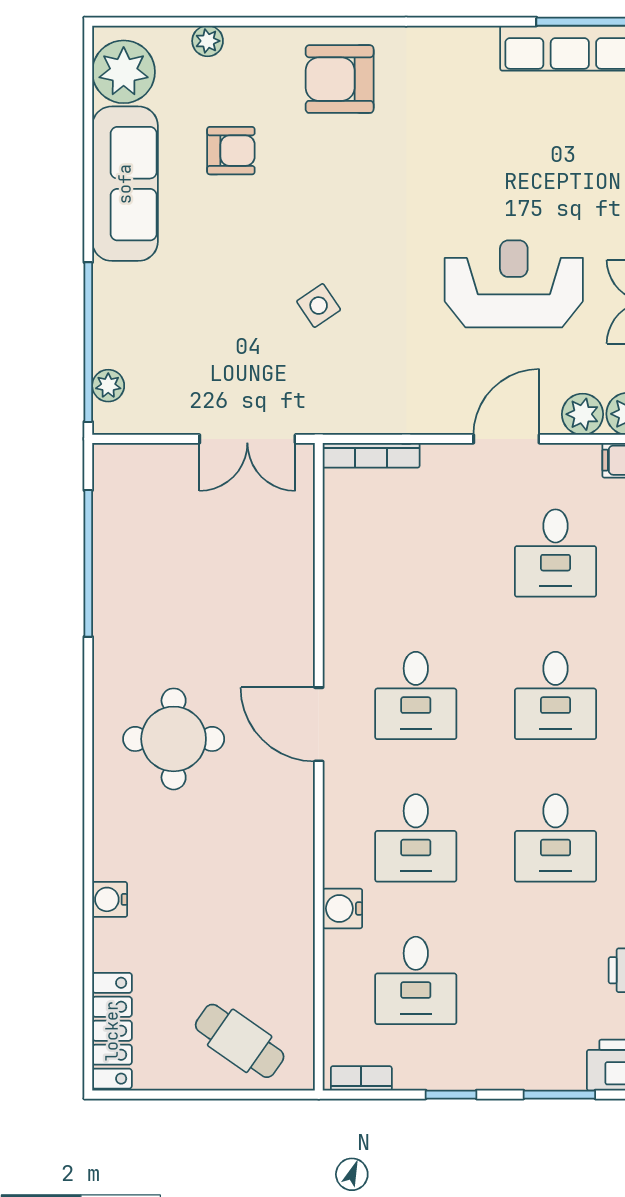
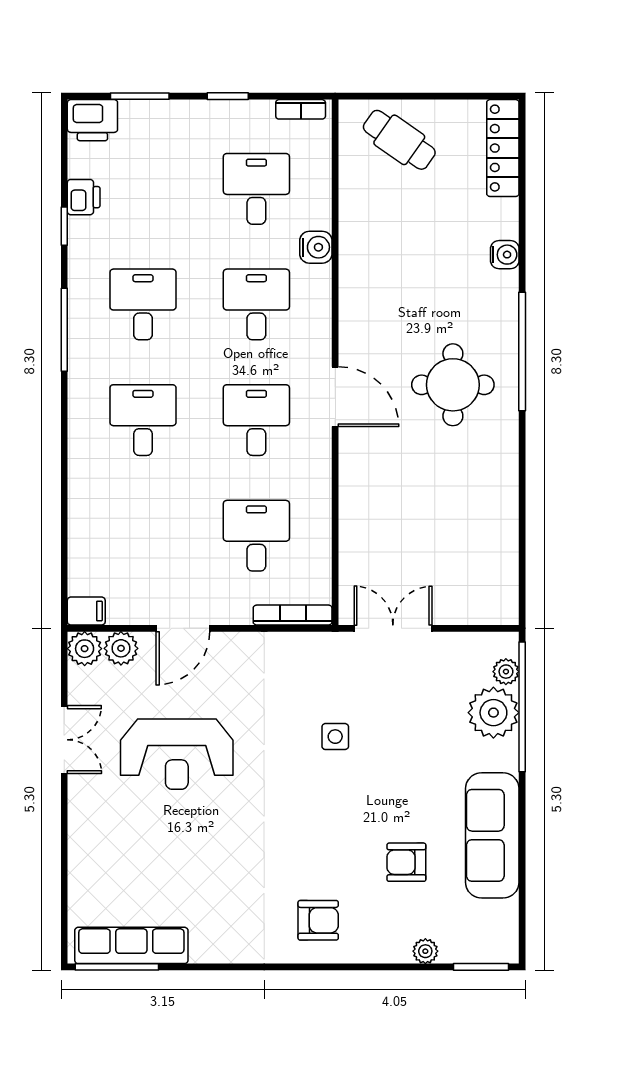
window: (139, 22) -> (481, 967), added
plant: (124, 72) -> (493, 713), moved
armchair: (340, 79) -> (318, 920), width x0.72, depth x0.72
side table: (319, 306) -> (335, 737), turned 34
desk: (556, 553) -> (256, 536), moved
window: (88, 563) -> (522, 351), moved

